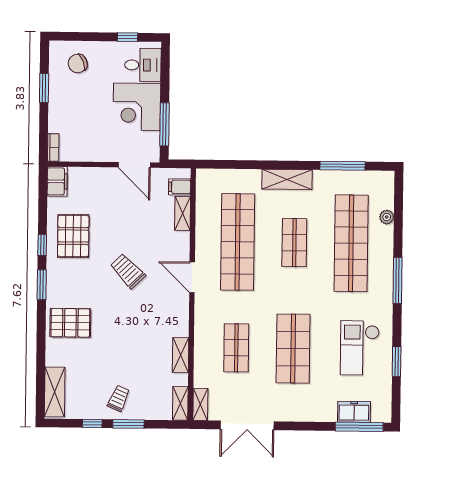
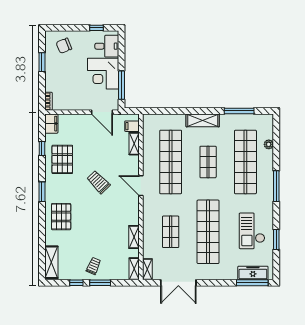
window: (42, 245) -> (42, 149), moved
pallet: (70, 323) -> (61, 217), turned 90
shop shelf: (293, 349) -> (208, 232), width x1.40
freezer: (354, 412) -> (253, 273), width x1.40

